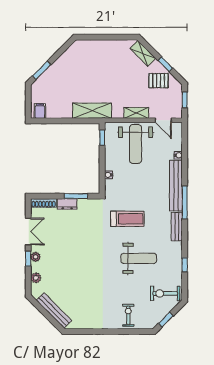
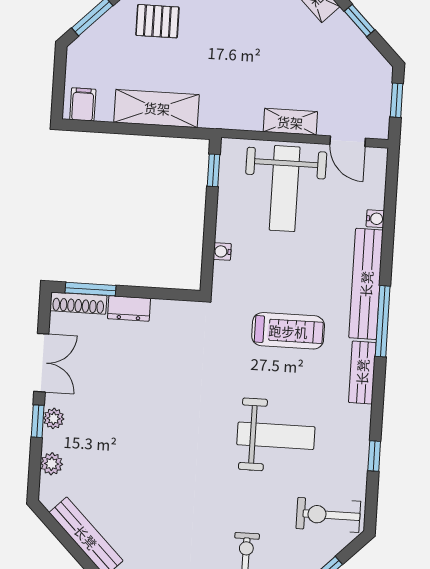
pallet: (159, 81) -> (157, 21), moved
shelving: (92, 111) -> (157, 108), moved
window: (76, 196) -> (91, 289), moved
treadmill: (127, 219) -> (288, 331), moved

